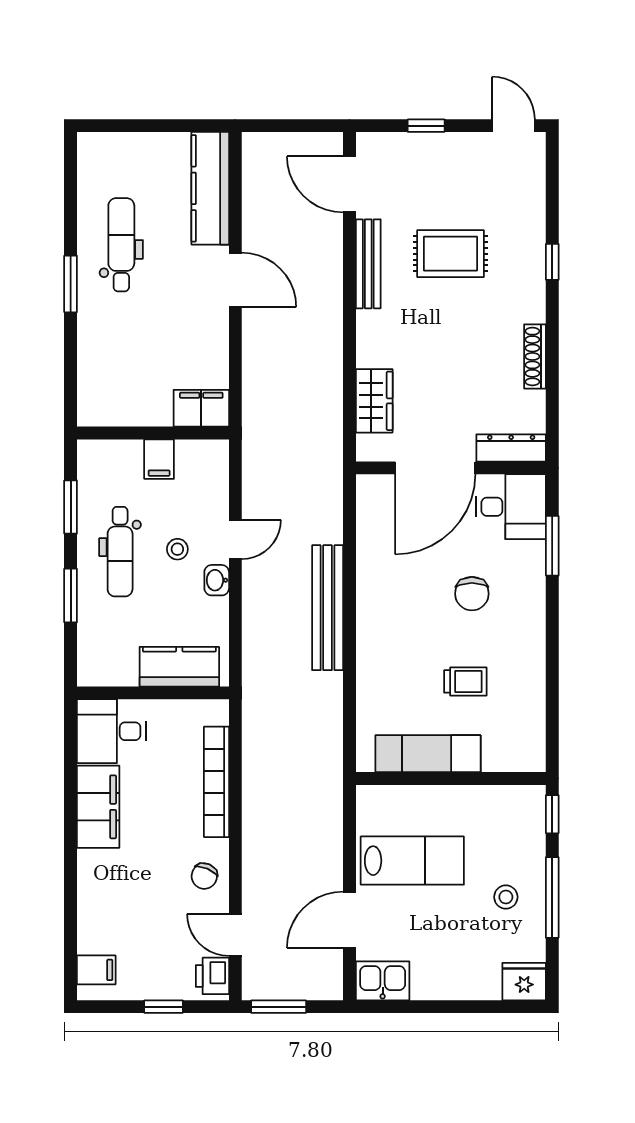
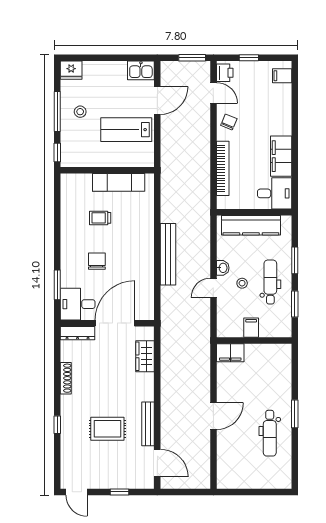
kitchen counter: (210, 188) -> (226, 461), removed
door: (235, 280) -> (213, 416), swing flipped
kitchen counter: (179, 667) -> (251, 225), width x1.50

